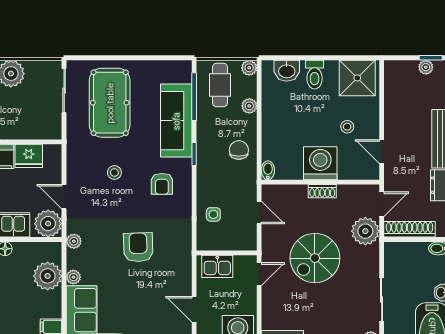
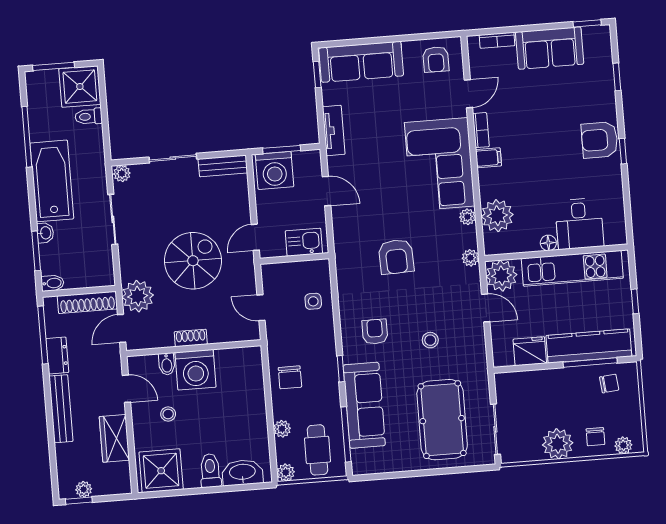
washbasin: (287, 71) -> (242, 473), width x1.38
wardrobe: (396, 109) -> (114, 438), added
bidet: (268, 170) -> (167, 364), moved

